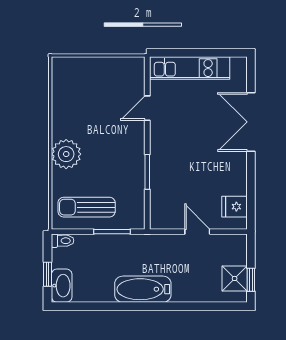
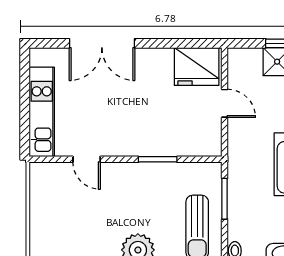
fridge: (234, 207) -> (197, 67), width x1.88, depth x1.34
door: (197, 232) -> (225, 103), swing flipped

